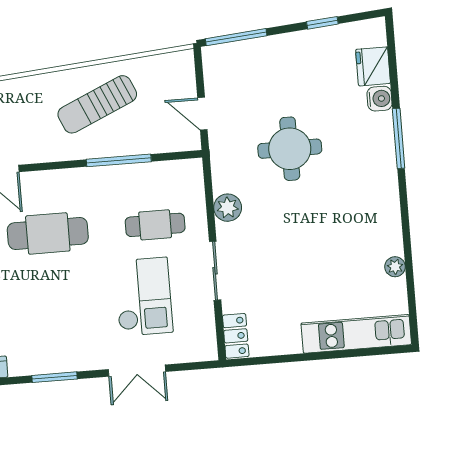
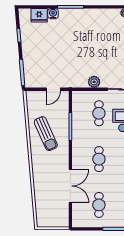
round table: (290, 149) -> (71, 53), removed
cafe table: (48, 233) -> (99, 159), width x0.73, depth x0.74

